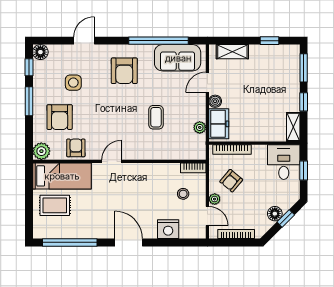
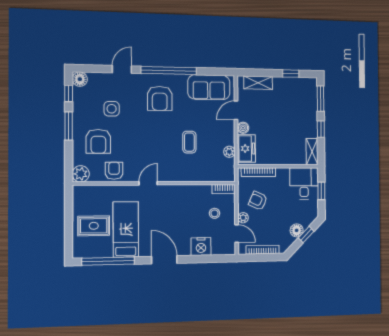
window: (159, 41) -> (169, 70), moved
bed: (62, 176) -> (126, 229), moved, turned -90
armchair: (231, 181) -> (258, 201), turned 74

